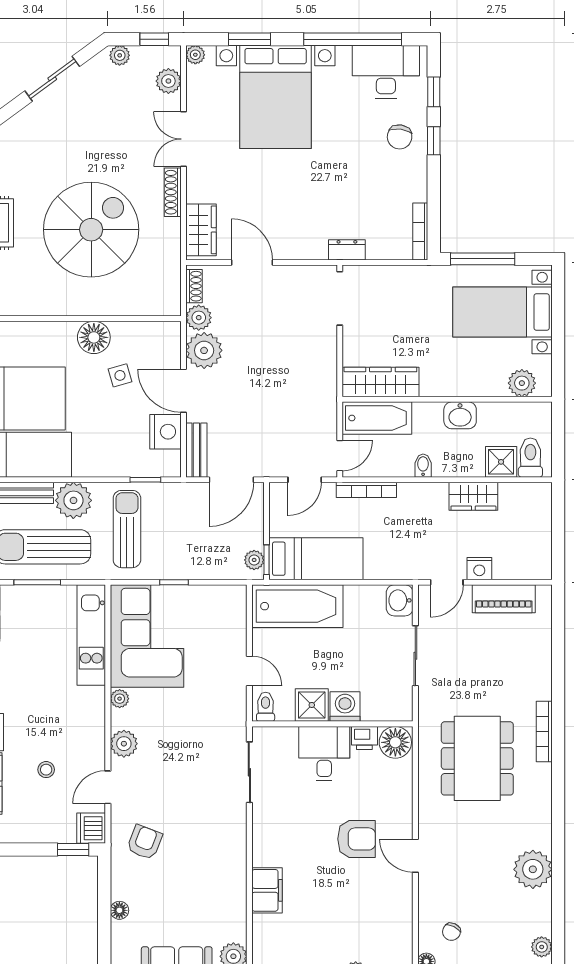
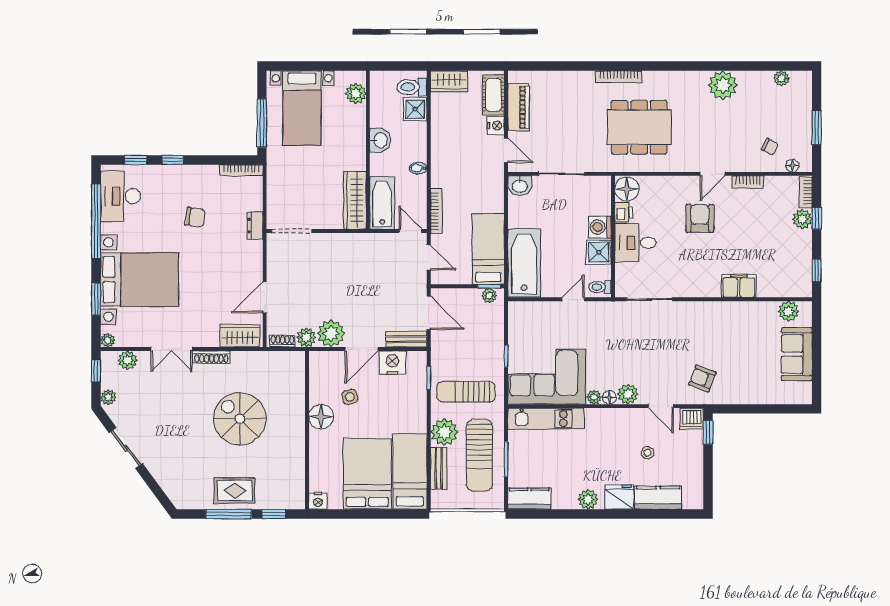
chair: (400, 137) -> (195, 217), moved
spiral stairs: (91, 230) -> (240, 419), width x0.73, depth x0.73
wardrobe: (473, 496) -> (449, 81), moved, turned 90
cot: (520, 565) -> (493, 95), added
bookcase: (405, 903) -> (748, 182), added
floor lamp: (119, 910) -> (609, 397), moved

